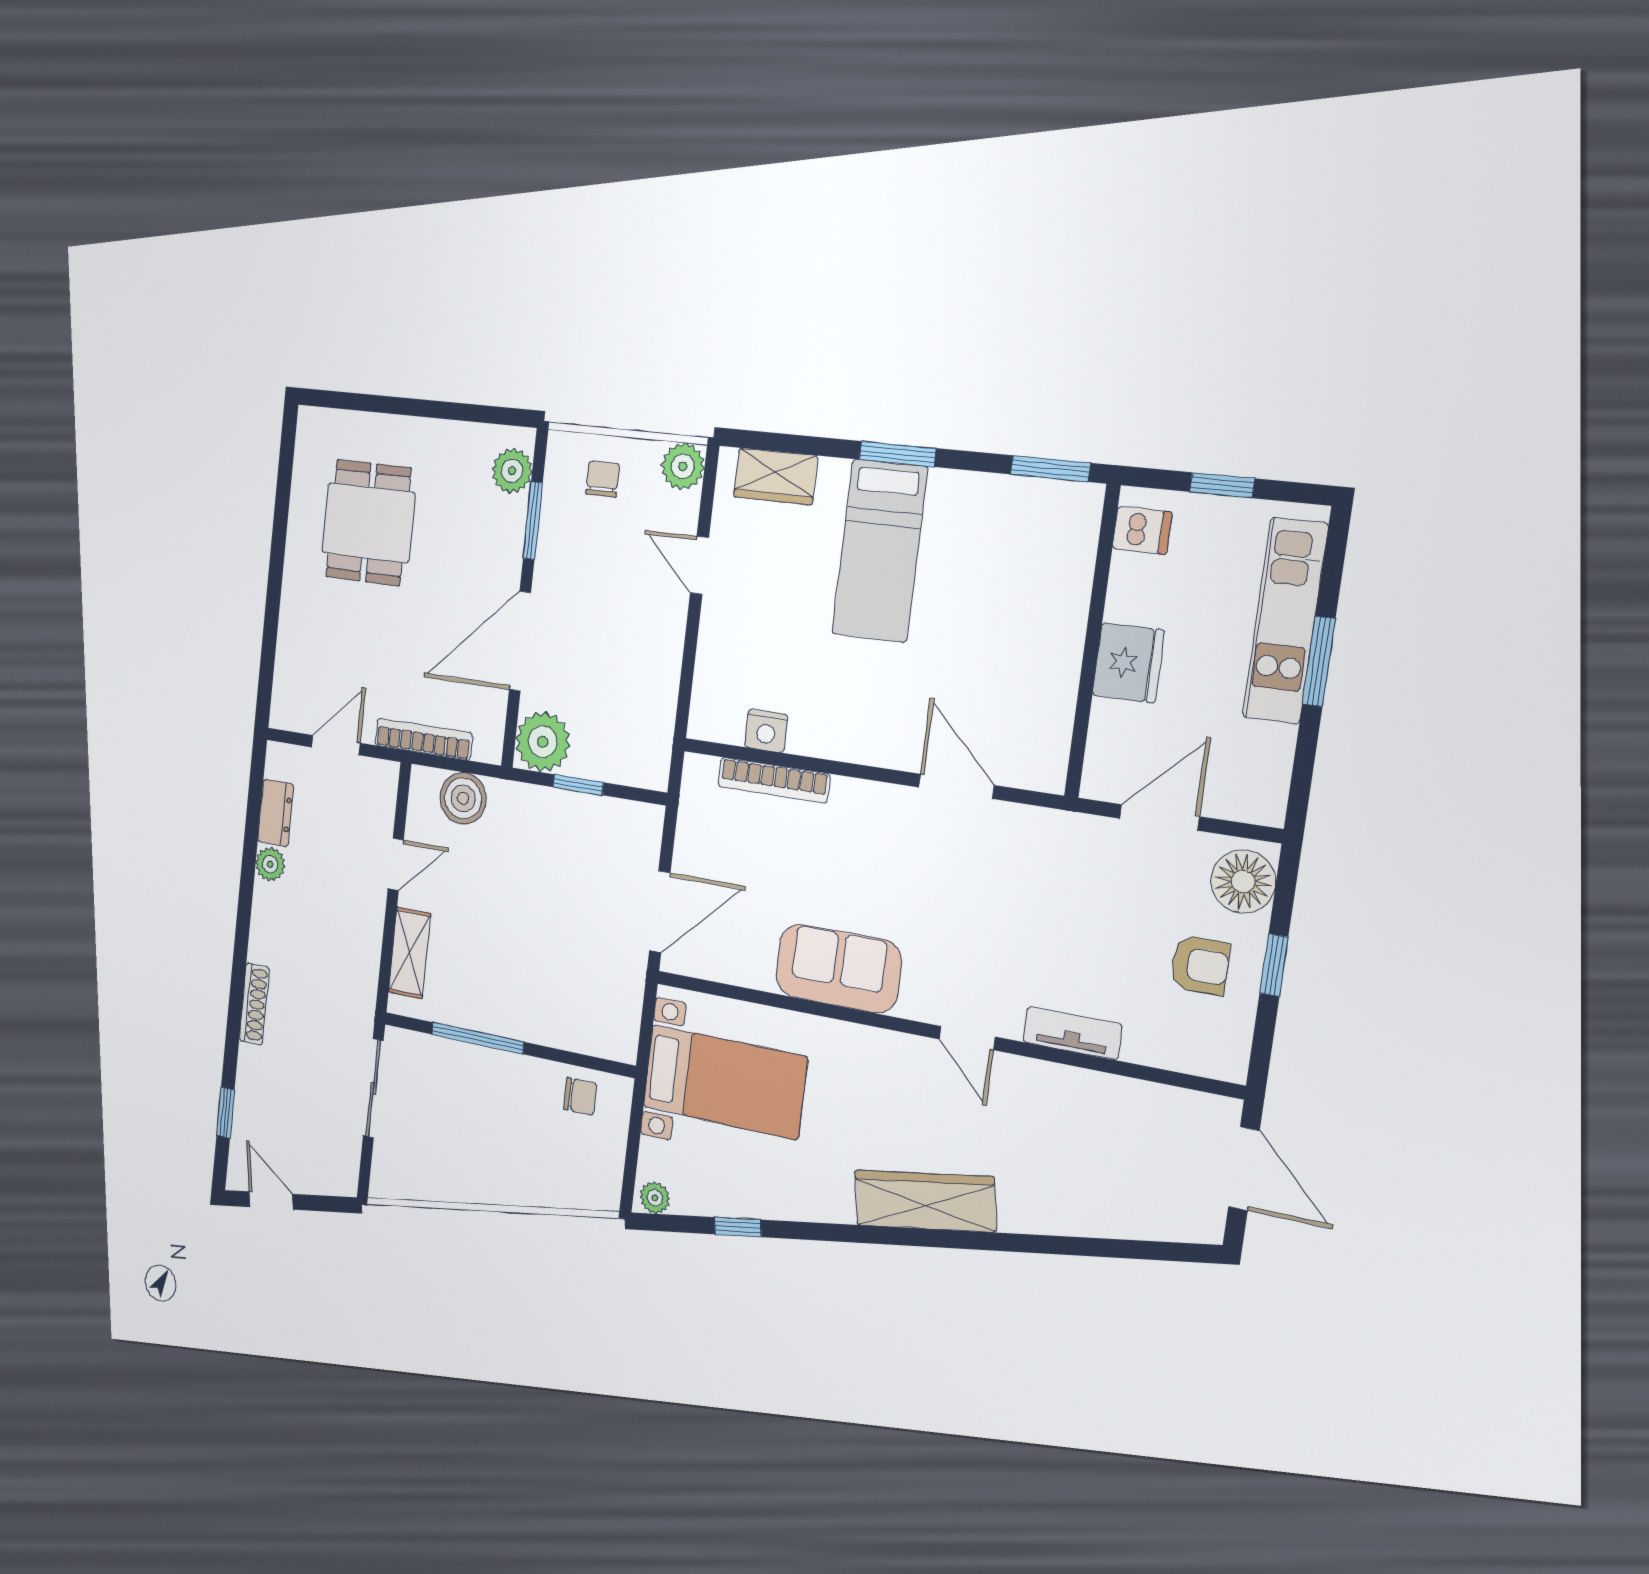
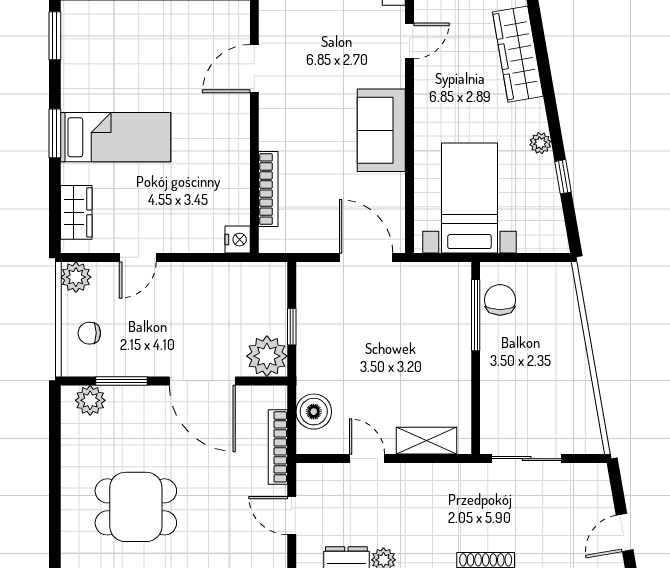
nightstand: (766, 731) -> (238, 240), moved
window: (478, 1038) -> (476, 315), moved
chair: (580, 1096) -> (500, 300), width x1.37, depth x1.37
plant: (655, 1198) -> (540, 143), moved

